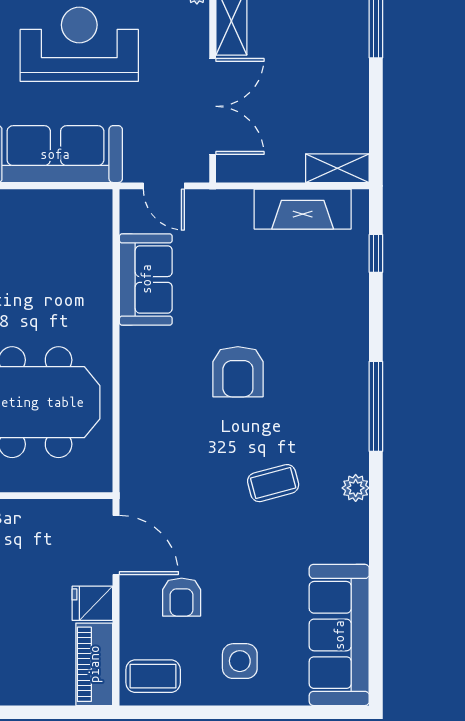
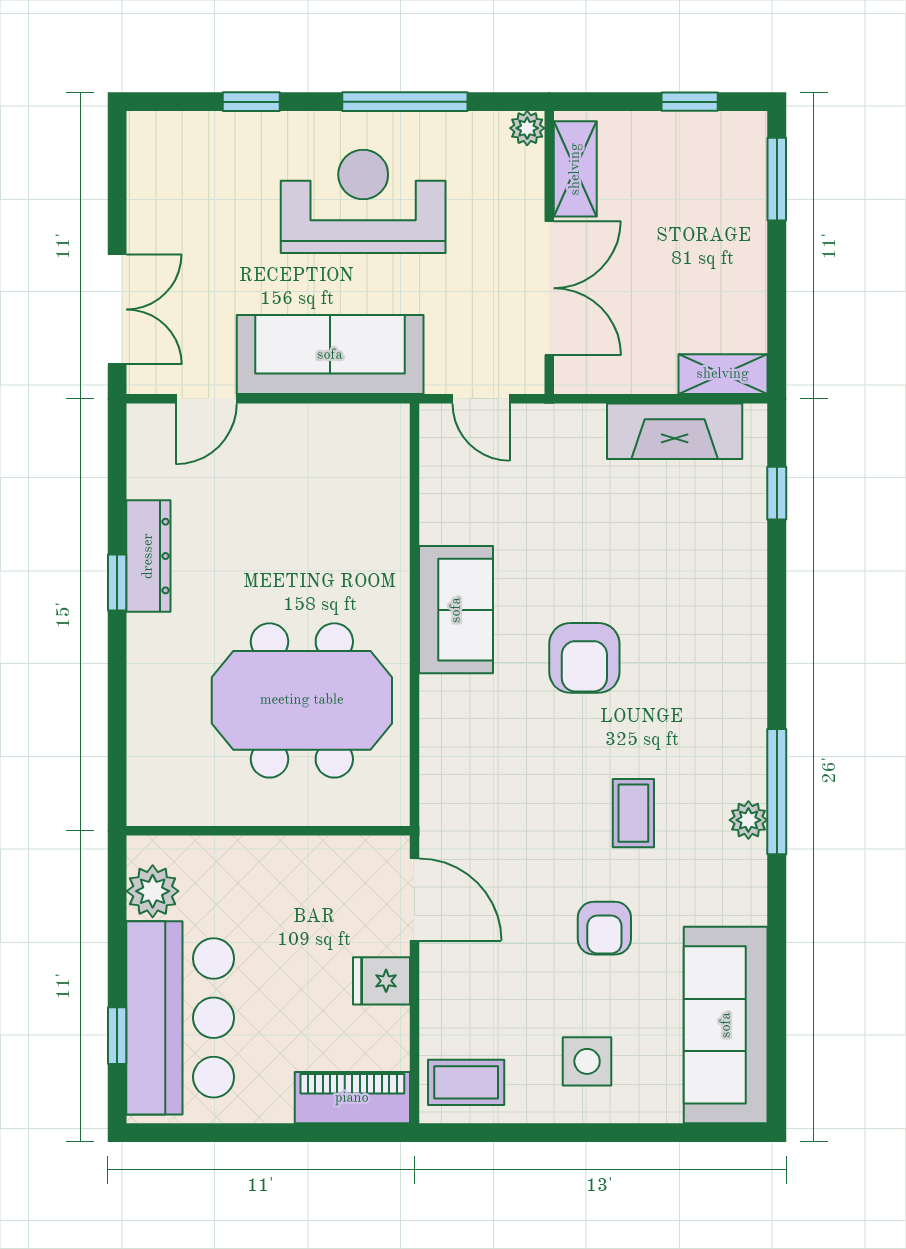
sofa: (146, 279) -> (456, 610), moved
window: (376, 406) -> (777, 792), moved
coffee table: (273, 483) -> (633, 813), turned -75
armchair: (182, 597) -> (604, 928), moved
piano: (94, 664) -> (352, 1098), moved, turned 90

